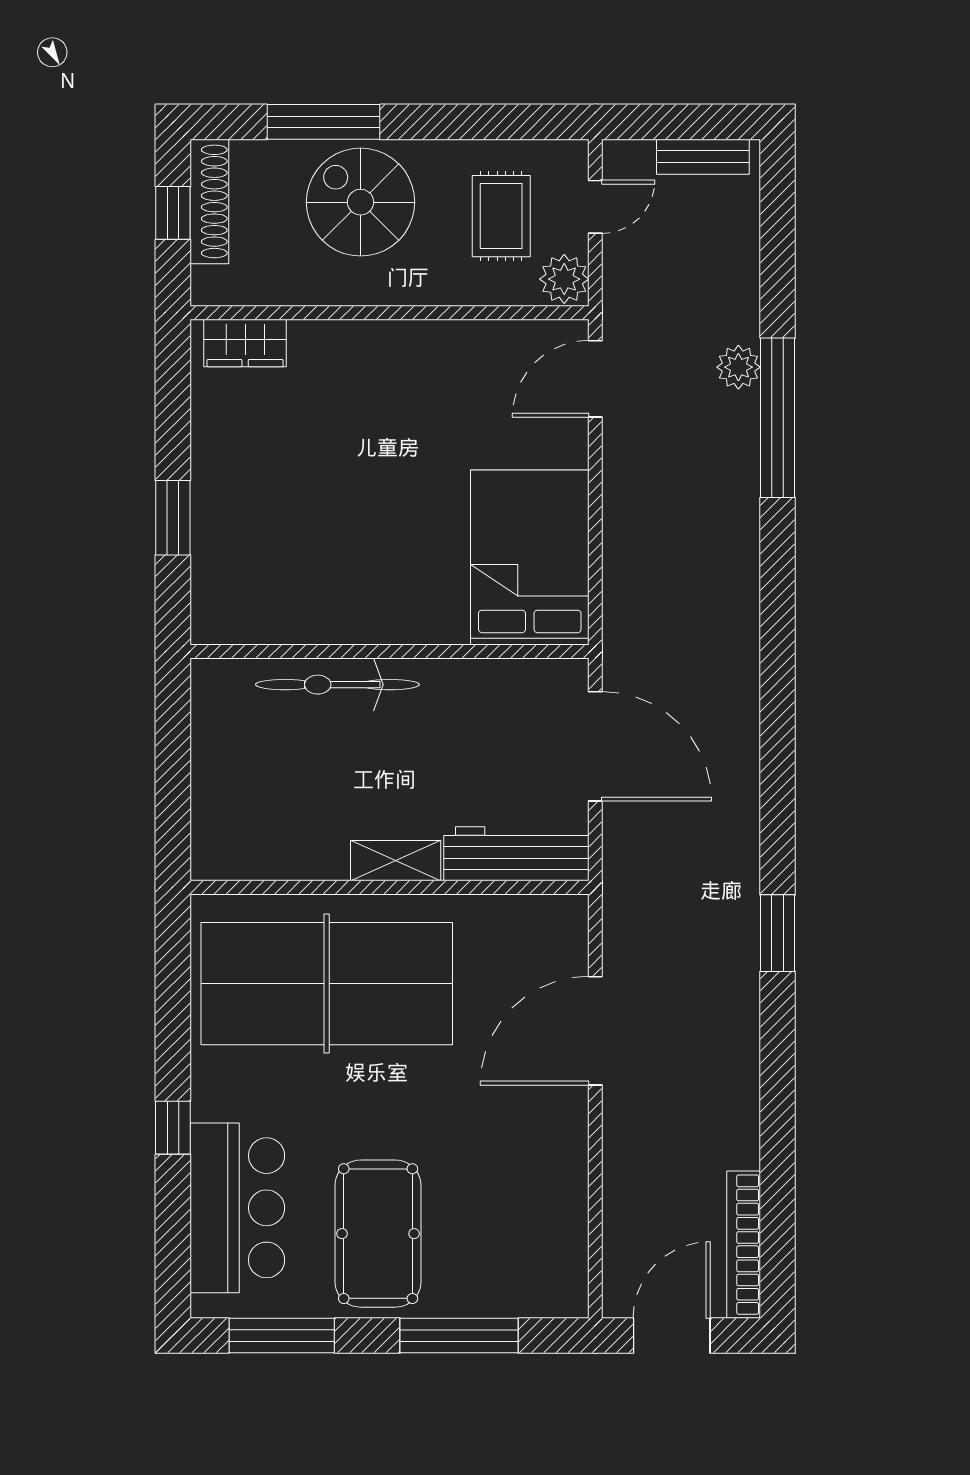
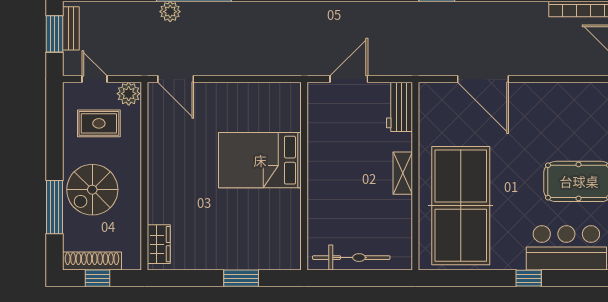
window: (691, 122) -> (54, 34), added
bed: (530, 558) -> (260, 160), moved
bicycle: (337, 685) -> (351, 258), moved, turned -90
door: (595, 746) -> (349, 79), width x0.73
workbench: (516, 854) -> (399, 107), width x0.73

